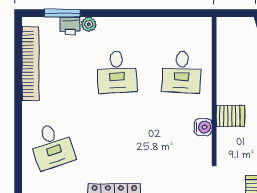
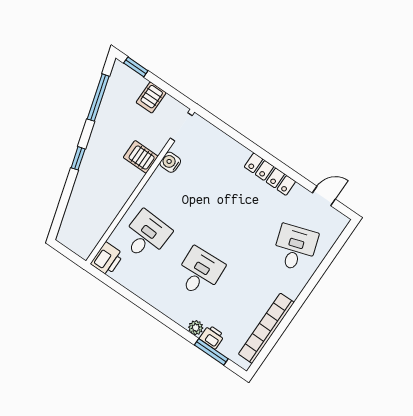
printer: (200, 31) -> (107, 259), added
server rack: (230, 116) -> (141, 157), moved
water cooler: (203, 127) -> (170, 162), moved

